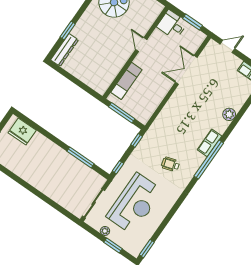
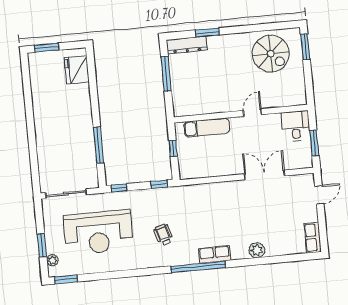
door: (227, 46) -> (319, 195), hinge flipped
window: (72, 78) -> (166, 74), added
window: (122, 113) -> (173, 148), width x0.46
plant: (105, 231) -> (52, 260), moved

